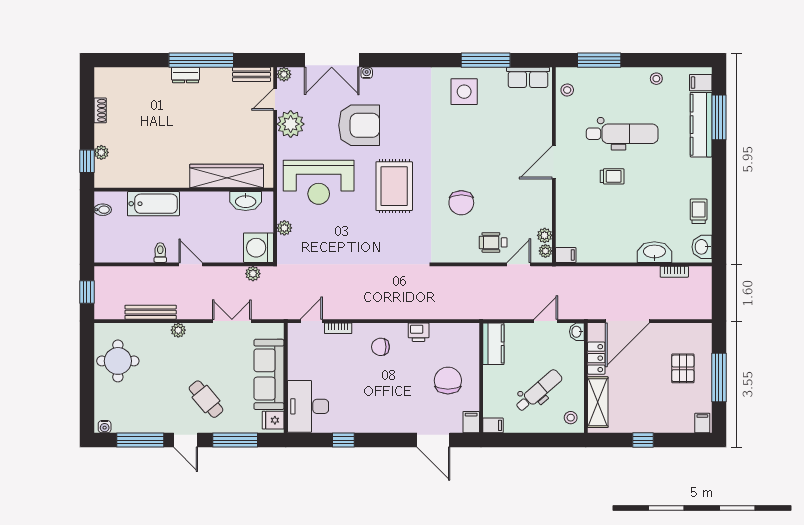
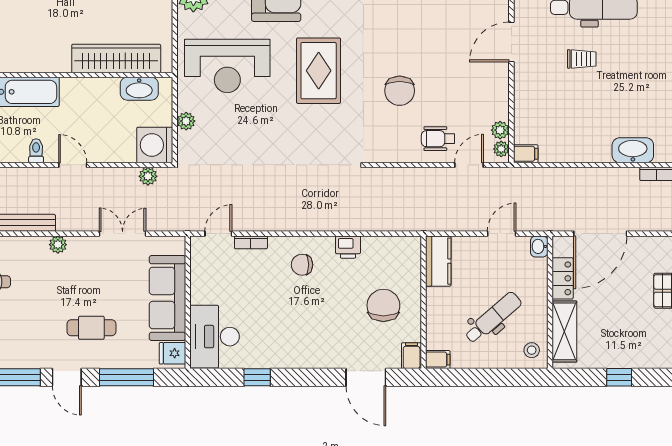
cafe table: (206, 399) -> (91, 328), turned -50

